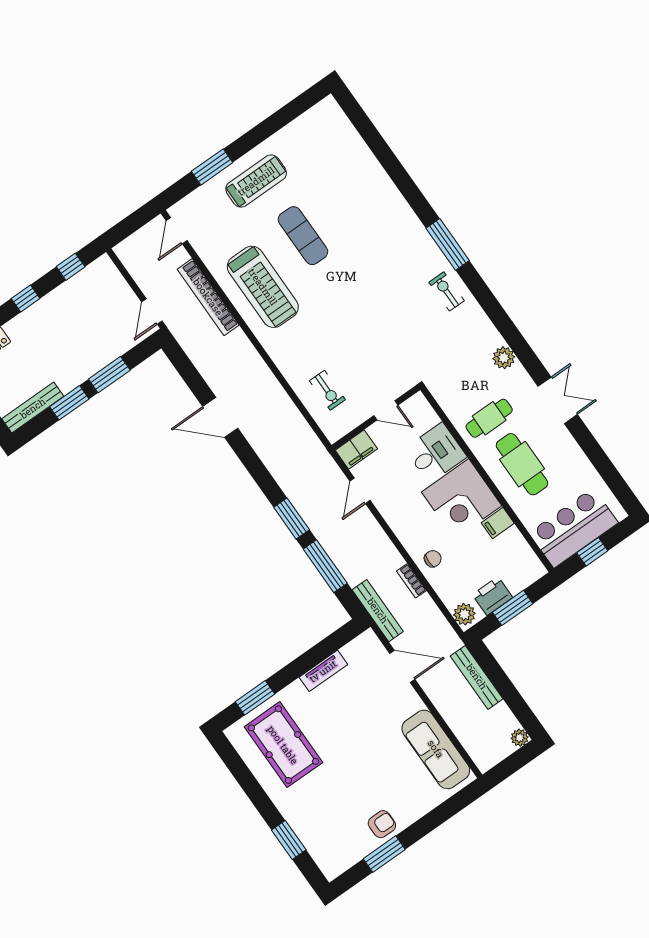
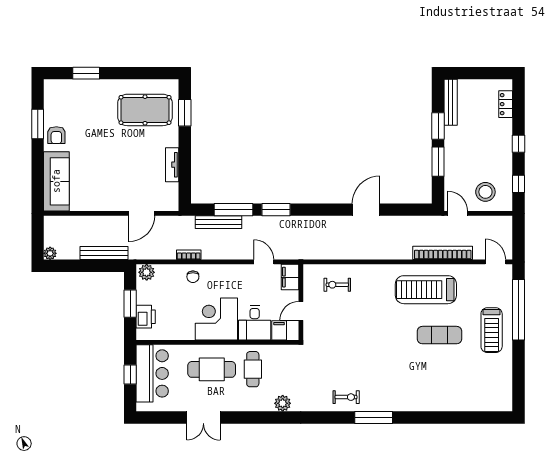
window: (212, 167) -> (518, 310), width x2.11
stool: (106, 297) -> (485, 192), added
double door: (558, 400) -> (203, 417), moved
filing cabinet: (498, 523) -> (279, 330), moved
printer: (492, 596) -> (146, 317), moved
bench: (378, 611) -> (219, 222), moved
sofa: (436, 749) -> (56, 181), moved, turned 90

